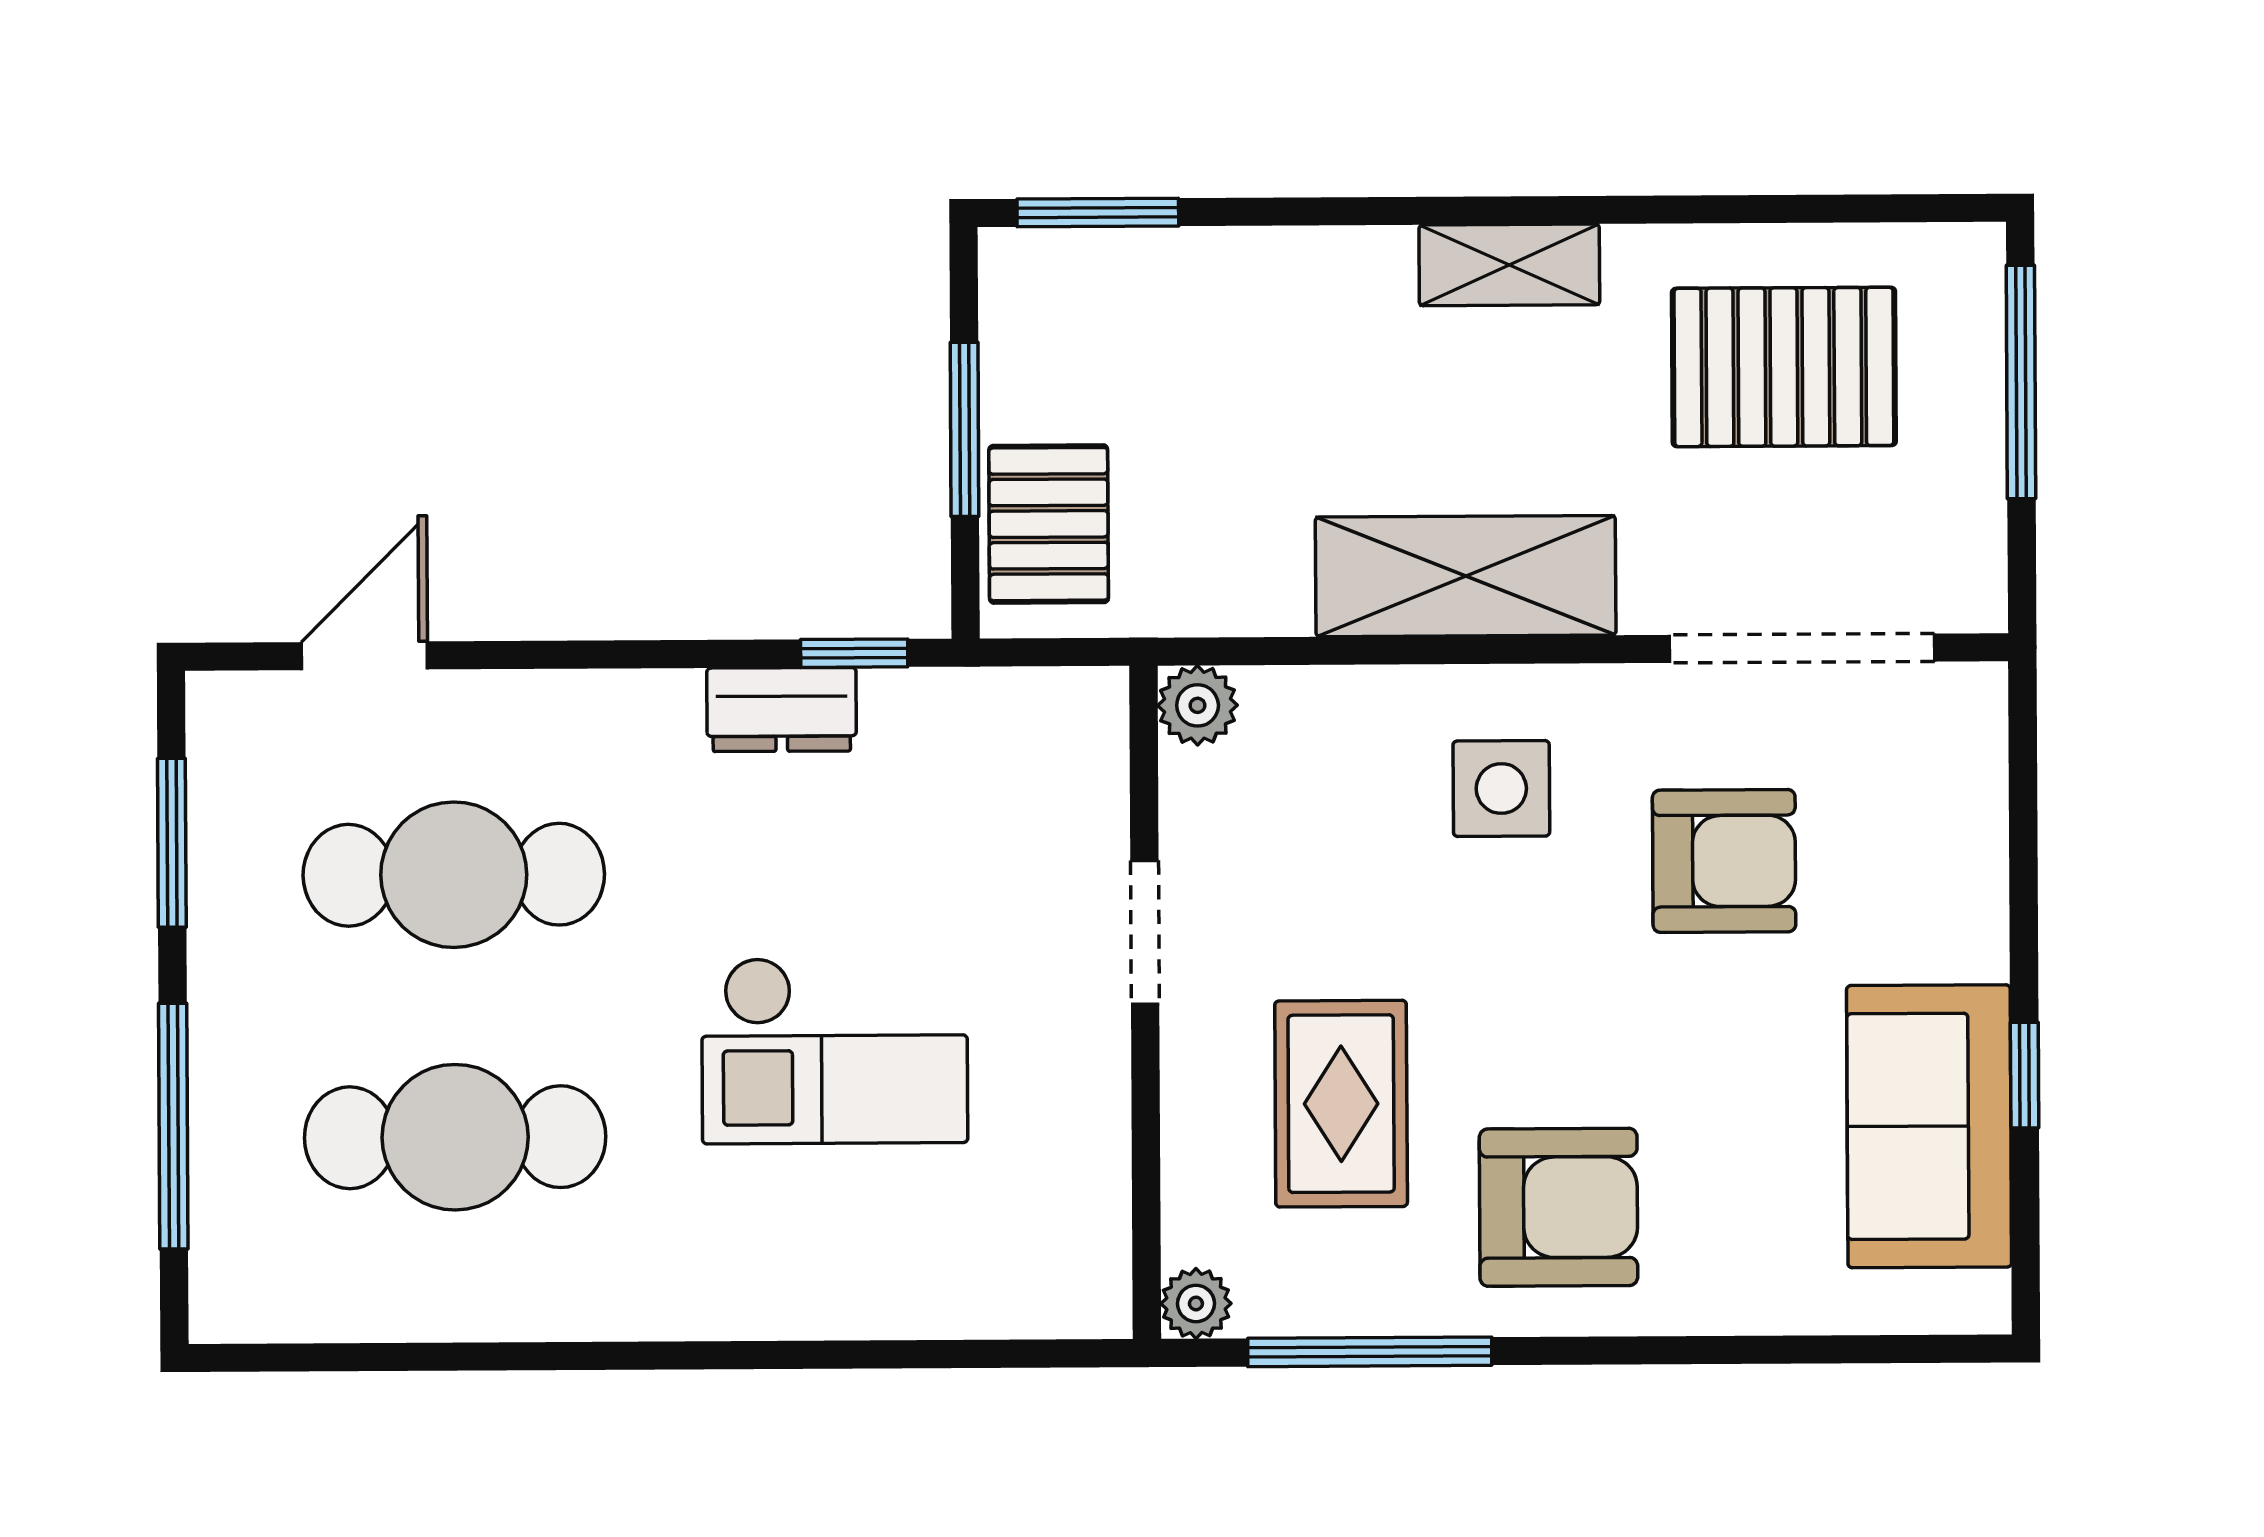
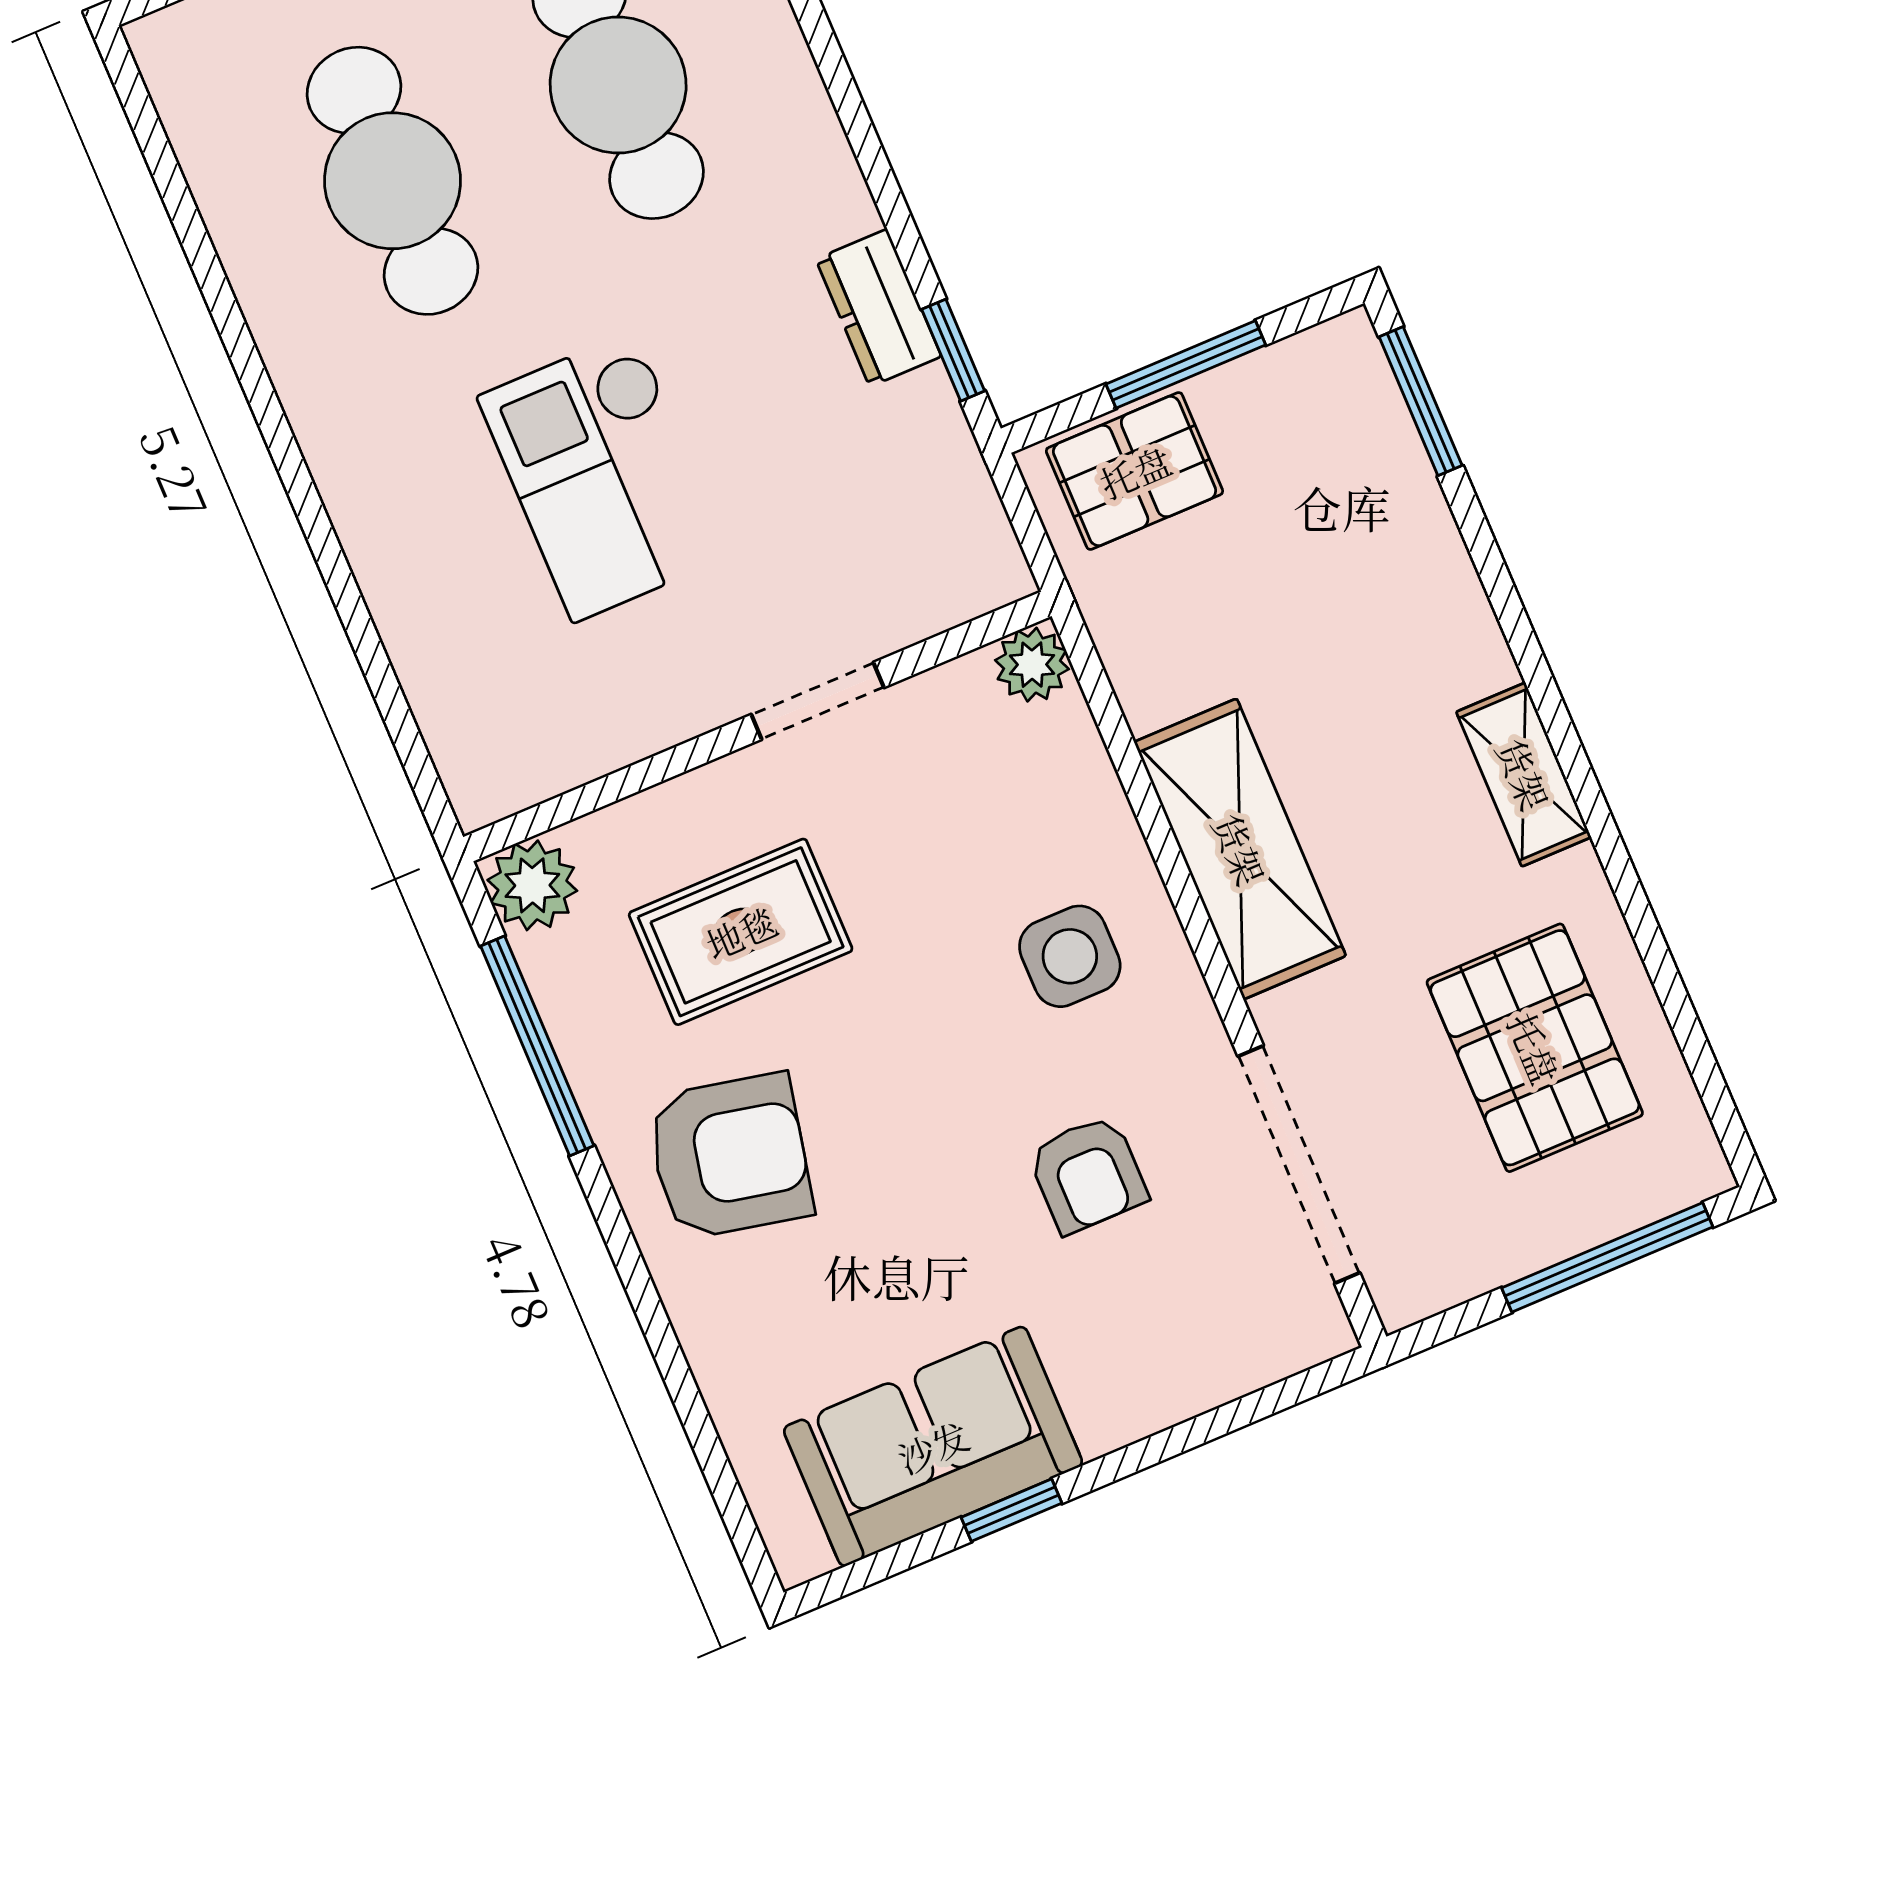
armchair: (1724, 861) -> (1088, 1174), width x0.72, depth x0.72
armchair: (1559, 1207) -> (730, 1156), turned -78
plant: (1196, 1304) -> (532, 885), width x1.38, depth x1.38

